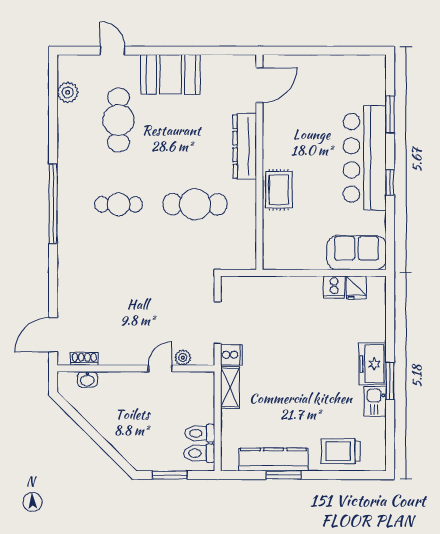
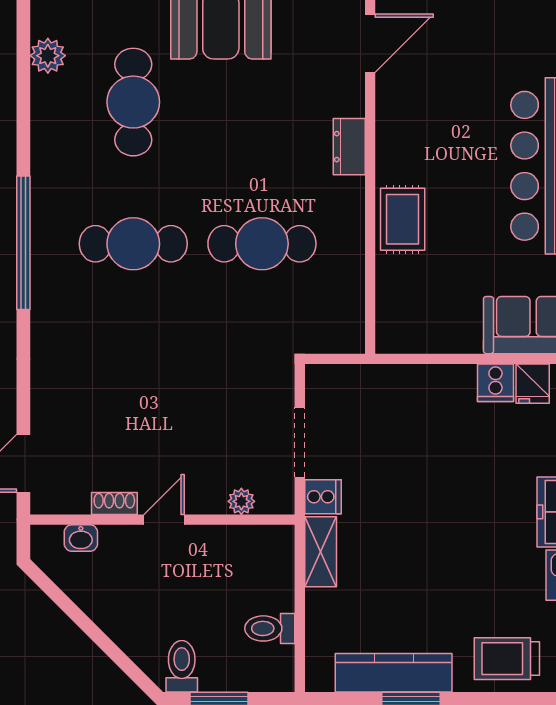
dresser: (245, 146) -> (349, 147), width x0.51, depth x0.80
cafe table: (119, 204) -> (133, 244), width x1.37, depth x1.35
shoe rack: (84, 359) -> (114, 504), moved
door: (160, 368) -> (164, 520), moved
toilet: (199, 453) -> (182, 666), moved, turned 90

